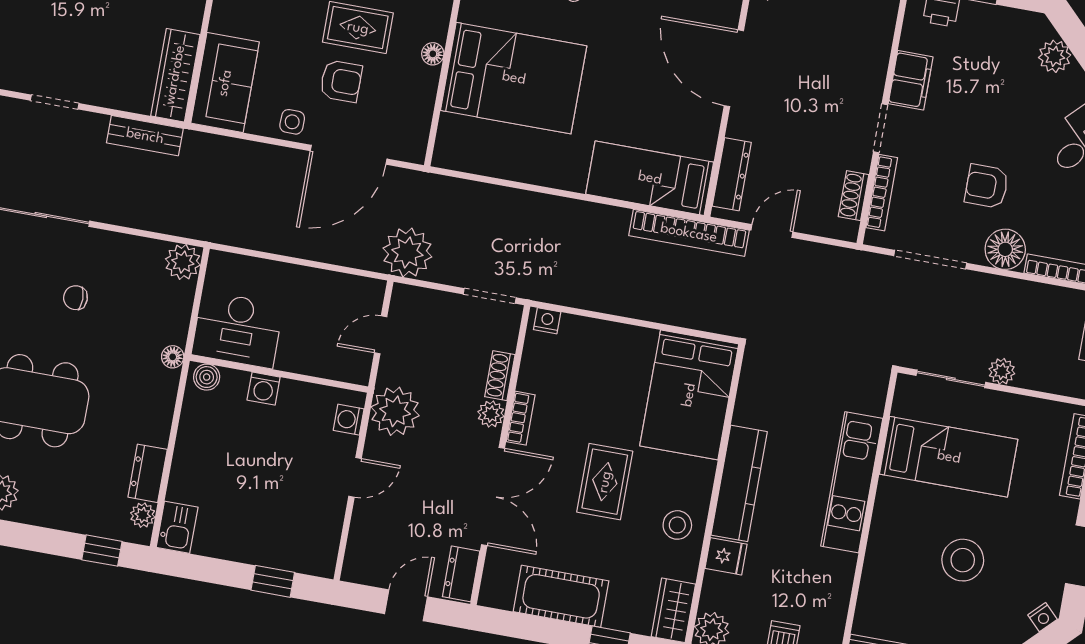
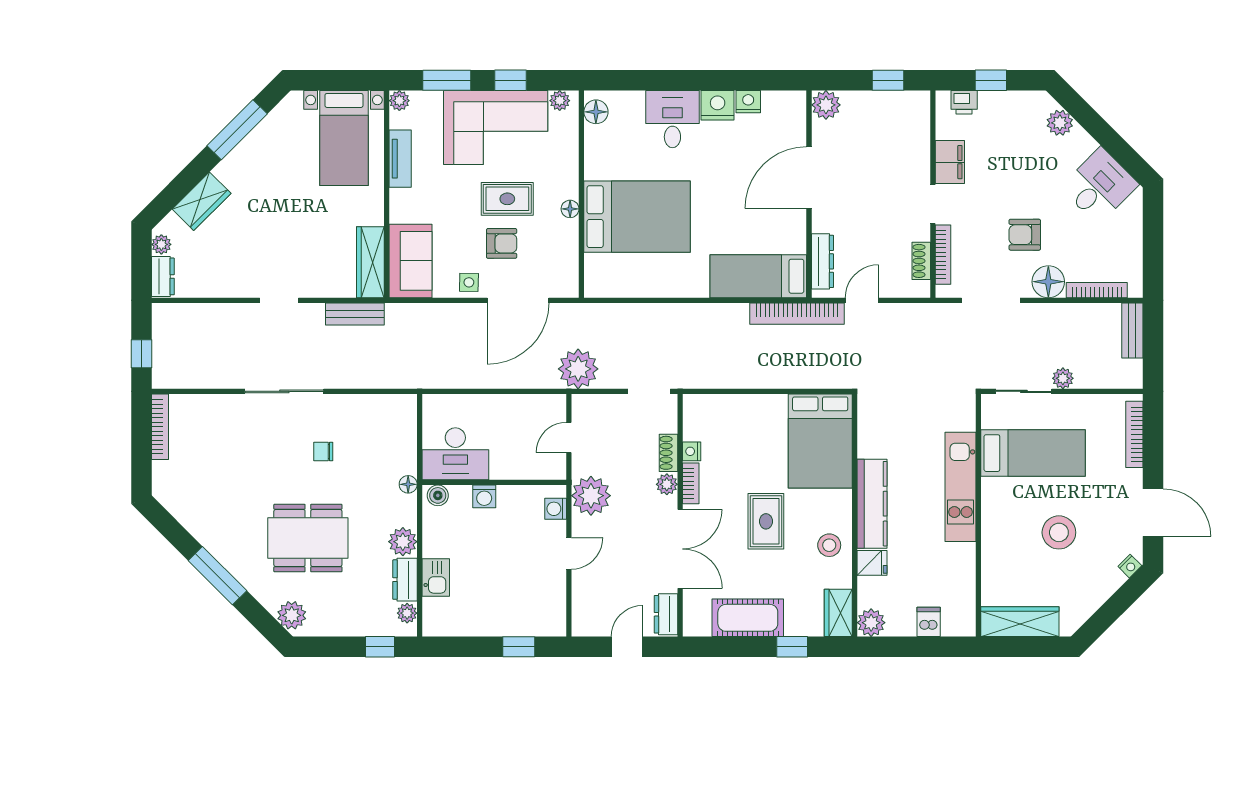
door: (734, 68) -> (809, 178), hinge flipped
plant: (183, 262) -> (403, 542), moved
nightstand: (547, 321) -> (692, 451), moved, turned -90
kitchen sink: (177, 527) -> (436, 577), moved

